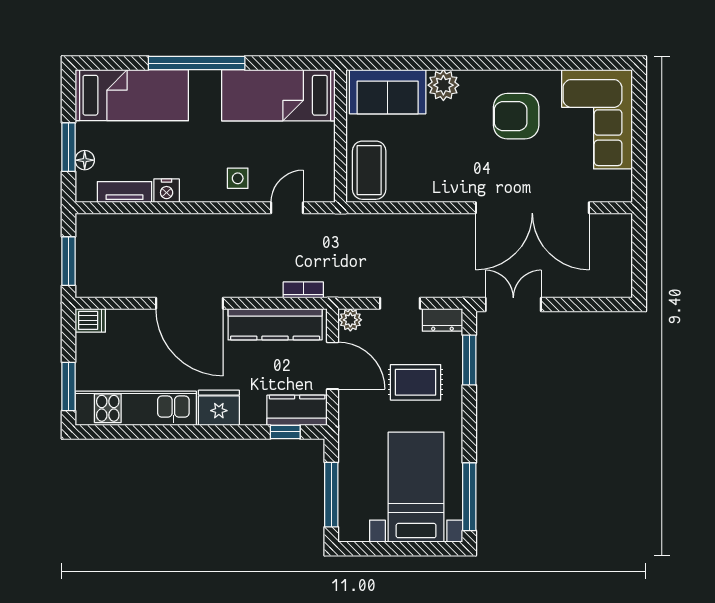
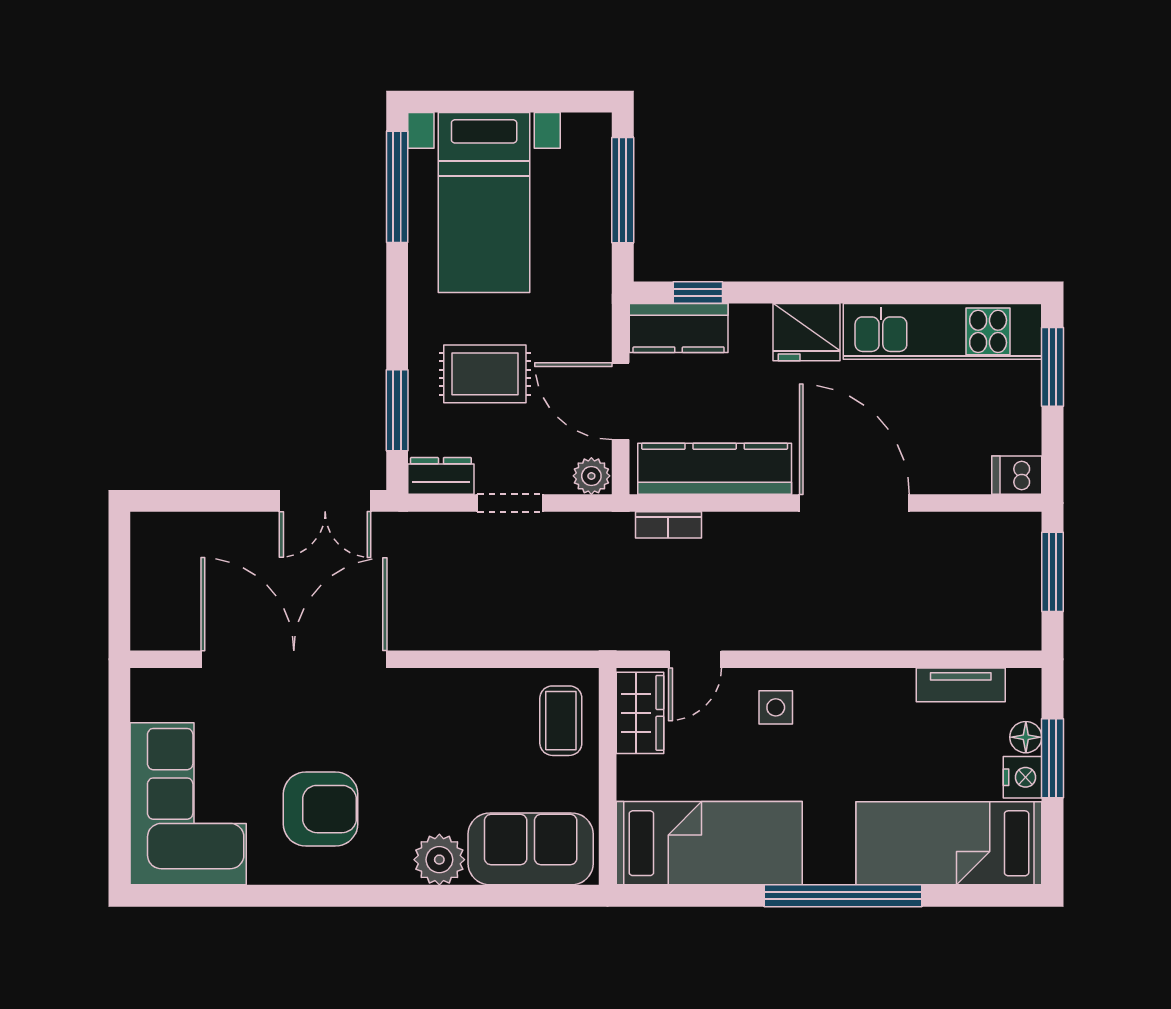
coffee table: (369, 170) -> (561, 721), width x0.73, depth x0.77
wardrobe: (321, 175) -> (640, 713), added
nightstand: (167, 191) -> (1022, 777), moved, turned 90

